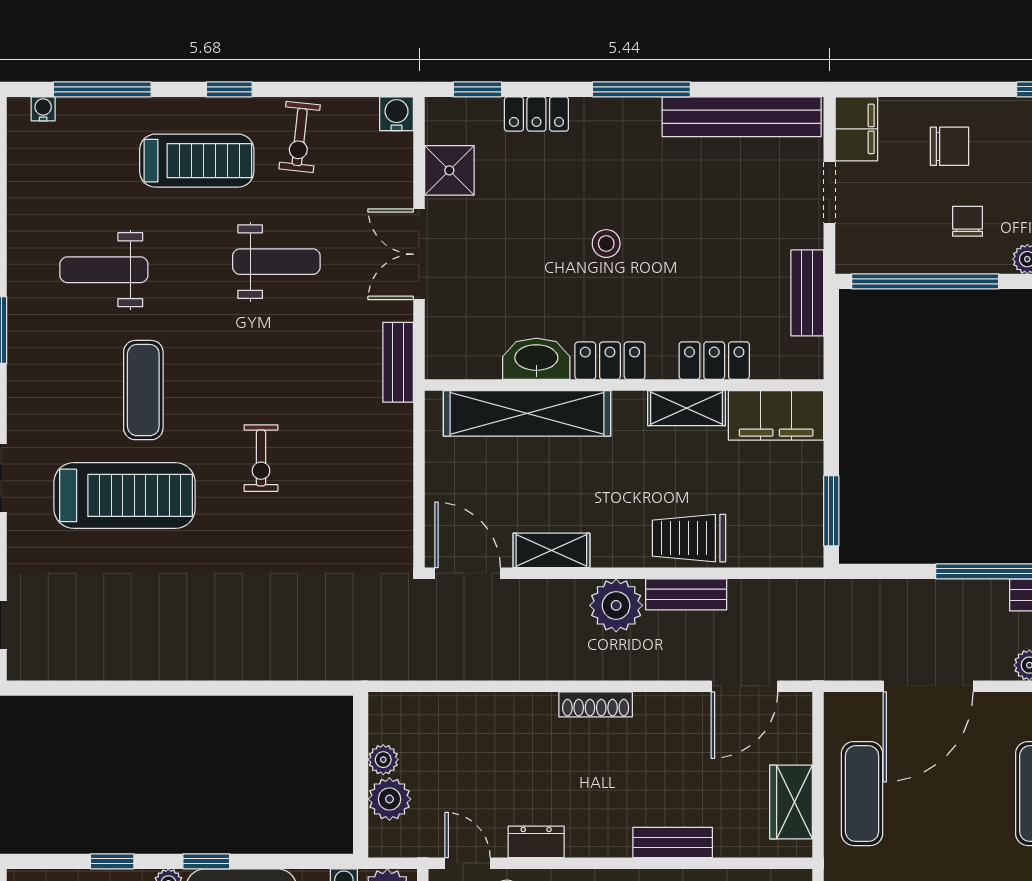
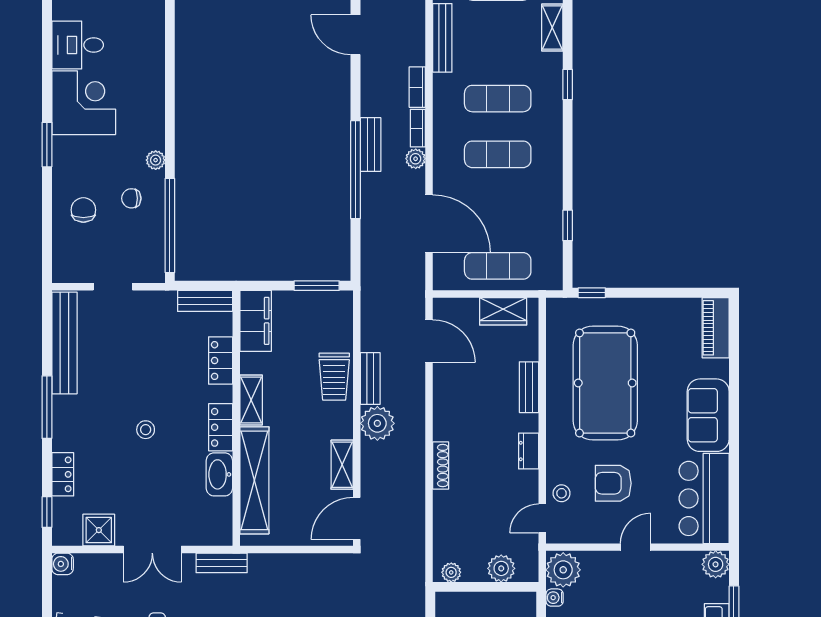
filing cabinet: (856, 129) -> (72, 270), removed
bench: (807, 293) -> (205, 301), moved
shelving: (686, 408) -> (251, 400), moved
shoe rack: (596, 704) -> (441, 465), moved
plant: (383, 760) -> (451, 572), moved
dresser: (536, 842) -> (529, 451), moved

